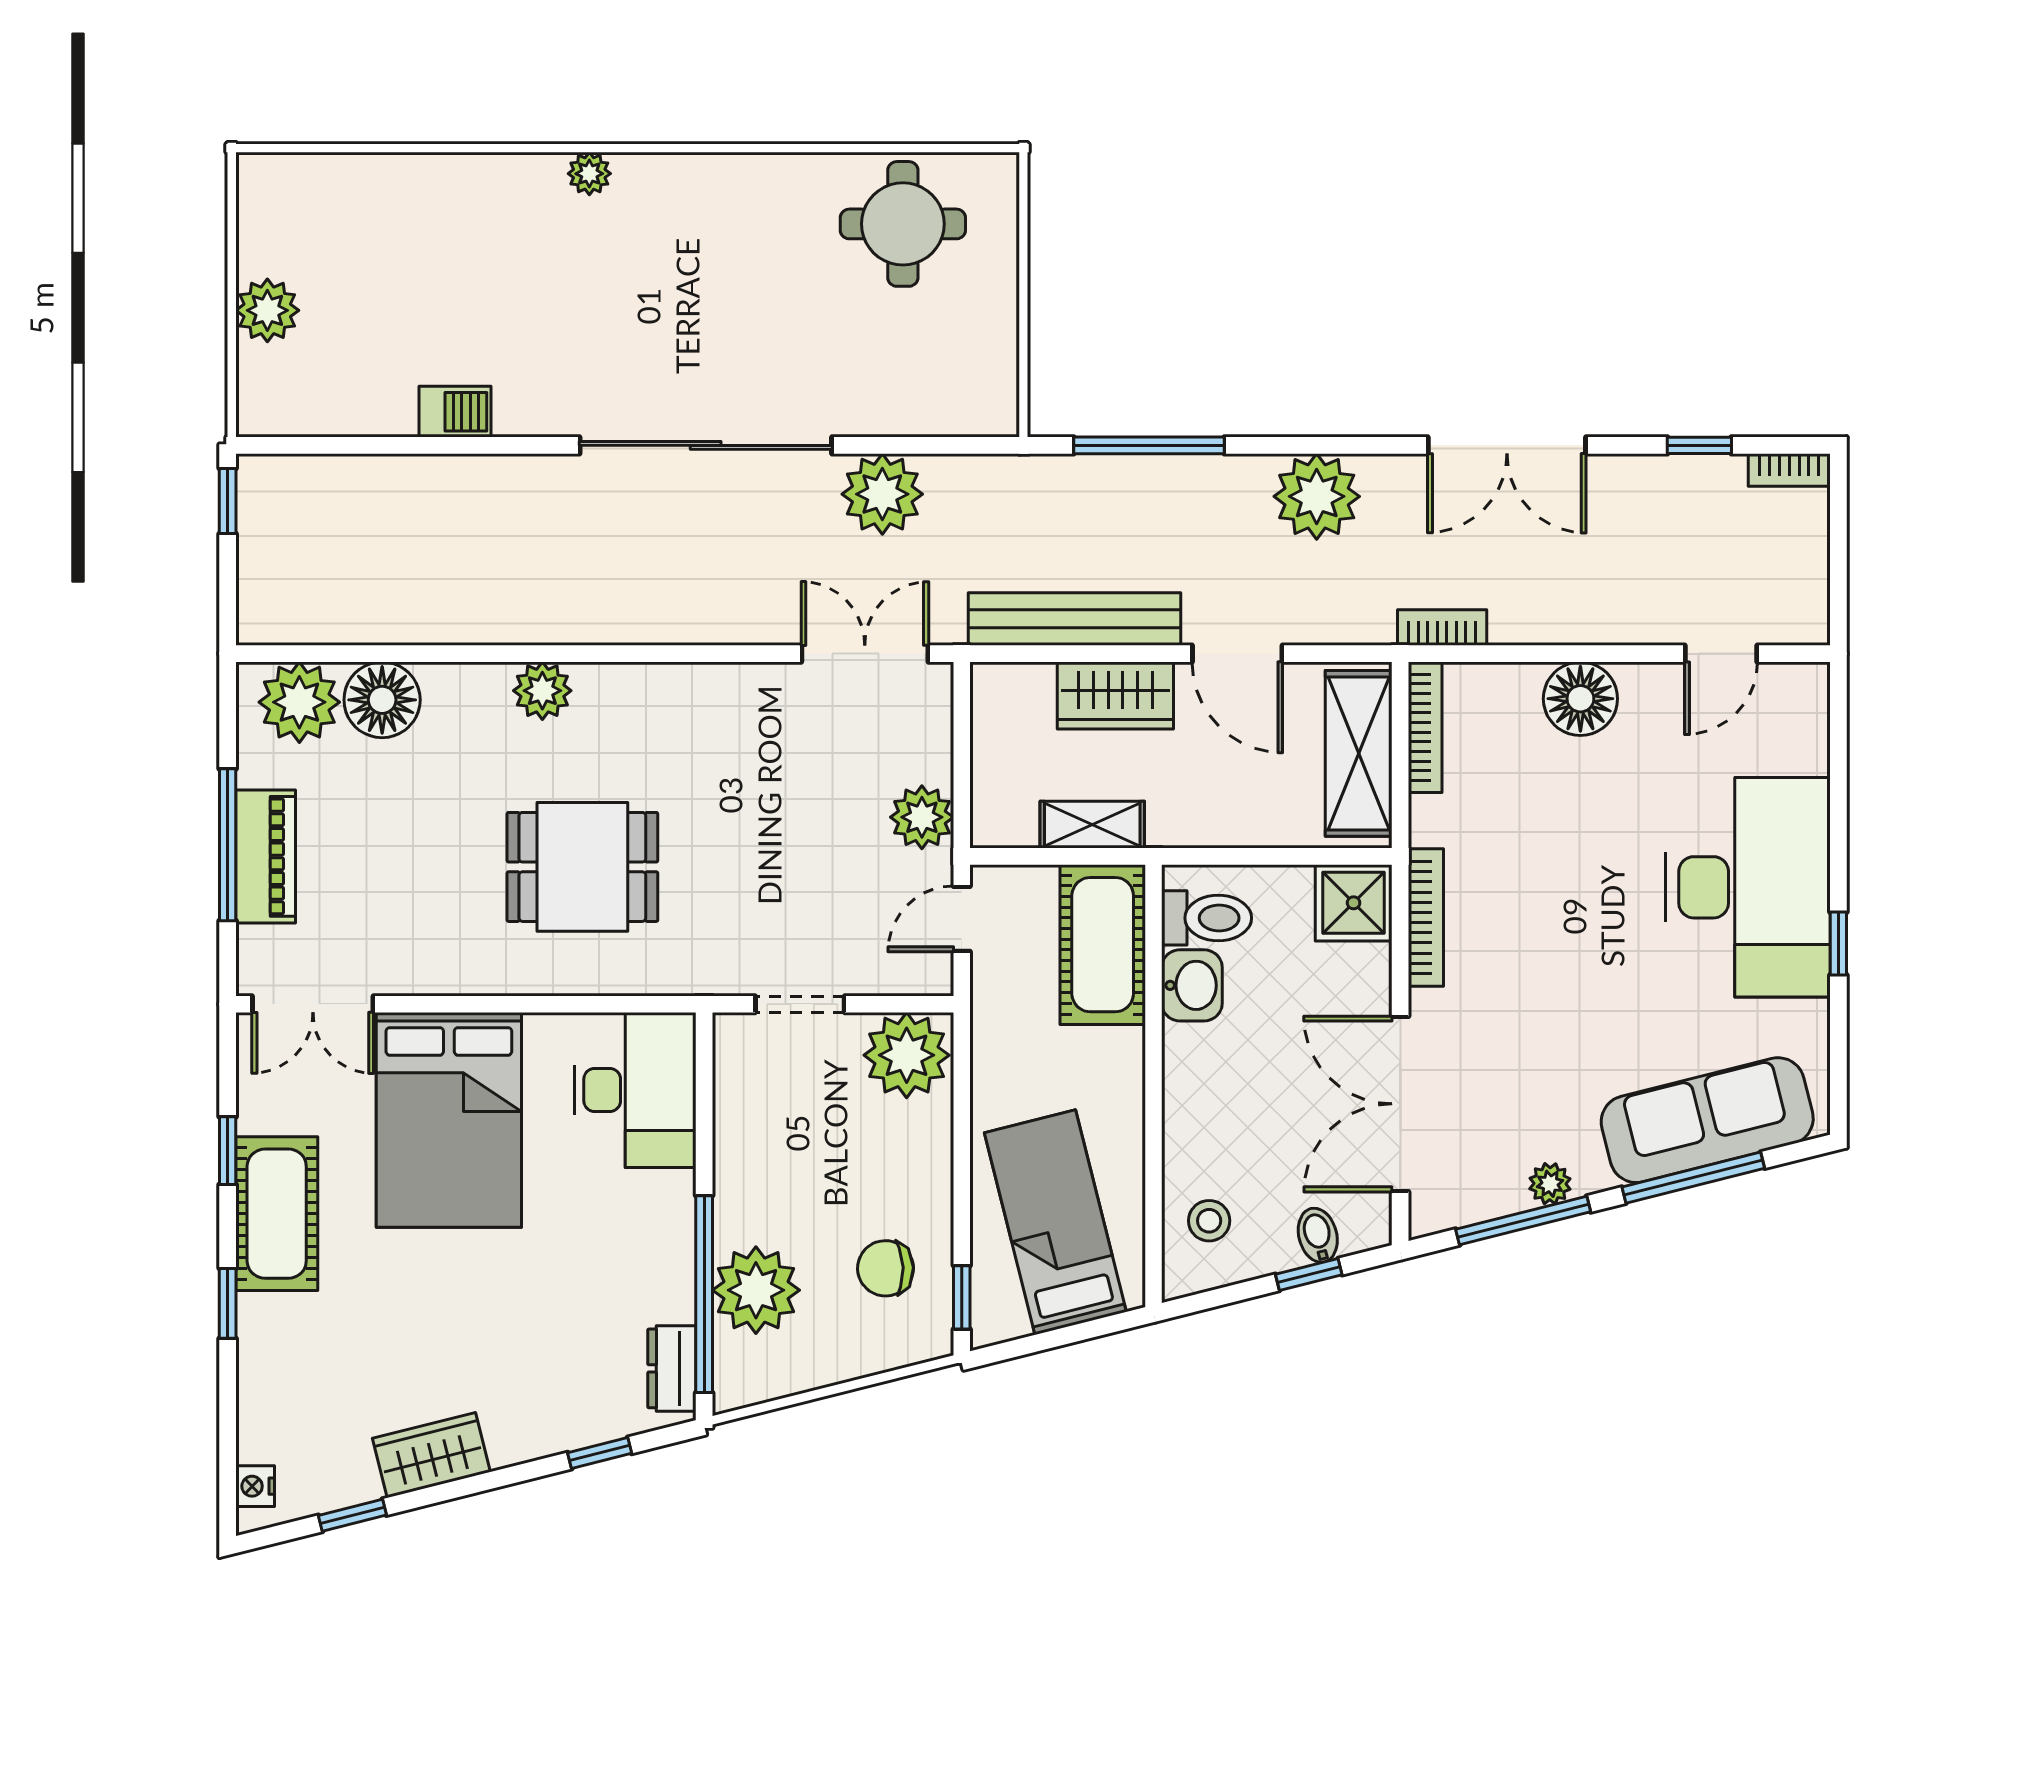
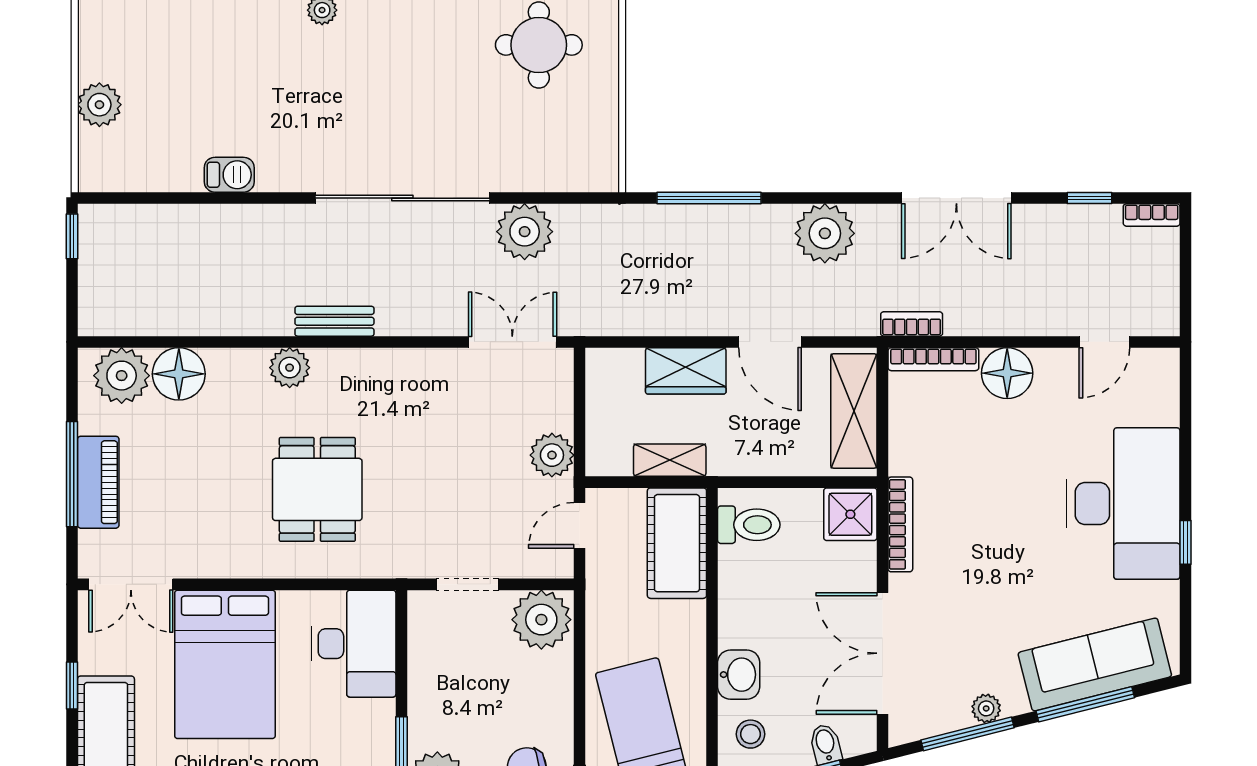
bench: (1075, 619) -> (334, 321), moved, width x0.54, depth x0.82
bookcase: (1425, 727) -> (933, 359), moved, turned 90
dining table: (582, 867) -> (317, 489), turned 90
washbasin: (1192, 985) -> (739, 675), moved

